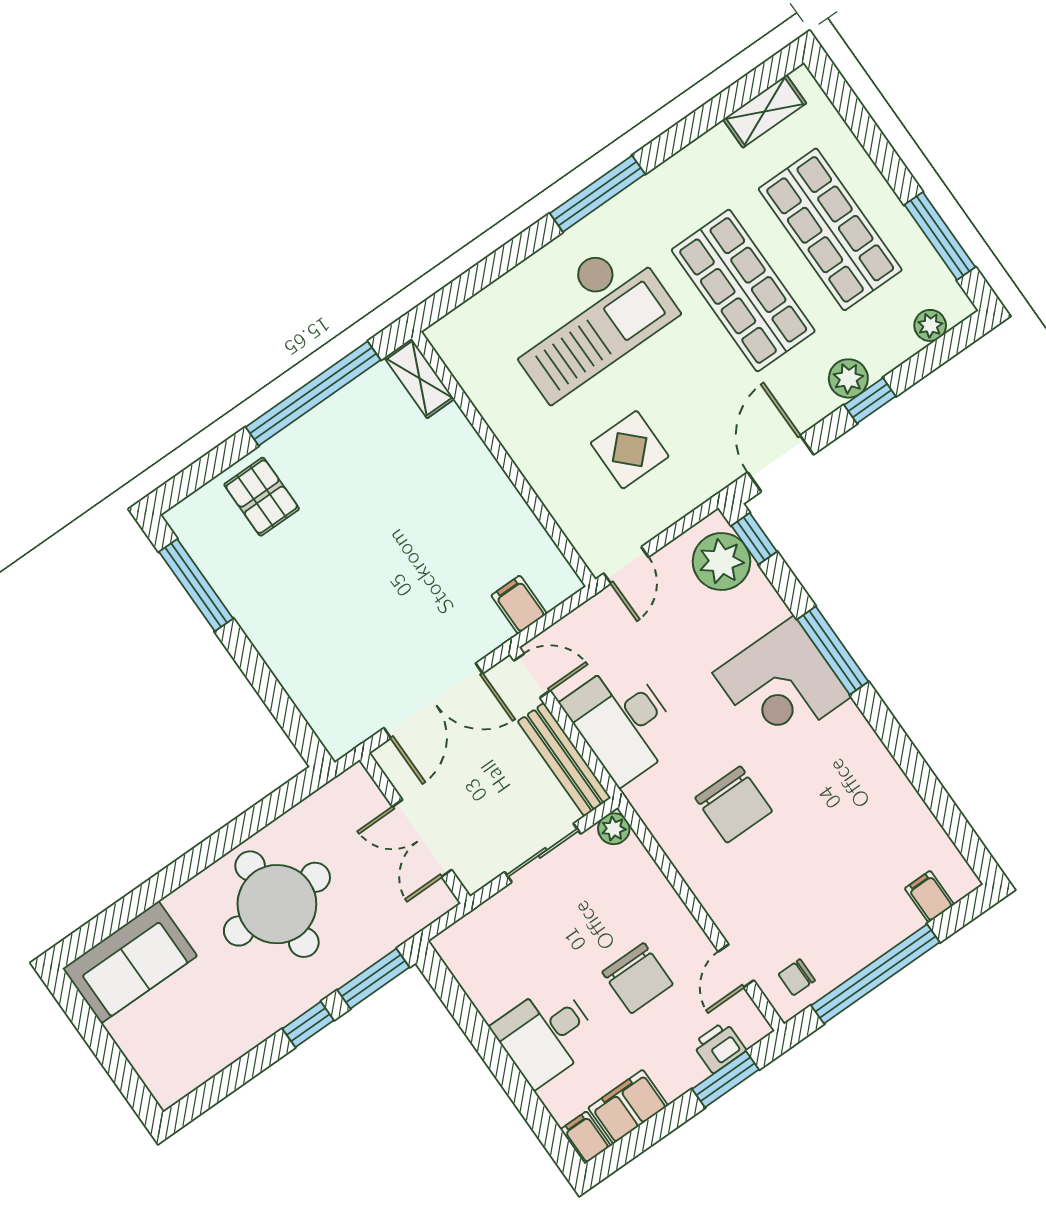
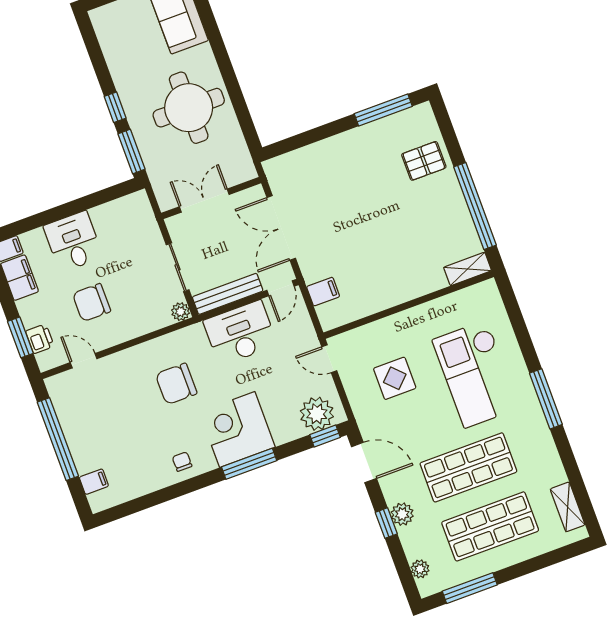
chair: (797, 977) -> (182, 462), moved

